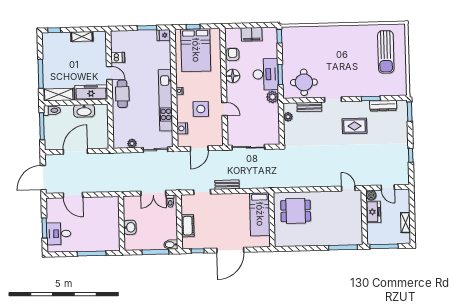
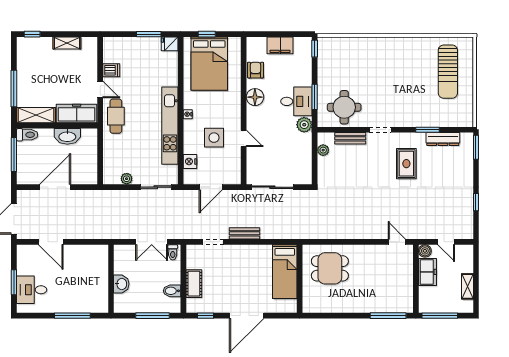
desk: (266, 74) -> (296, 101), width x0.73
rug: (355, 126) -> (406, 164), turned 90
bidet: (171, 245) -> (172, 291), moved

